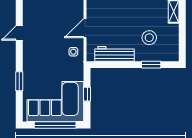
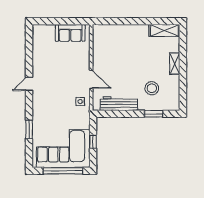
door: (85, 28) -> (91, 79), swing flipped

